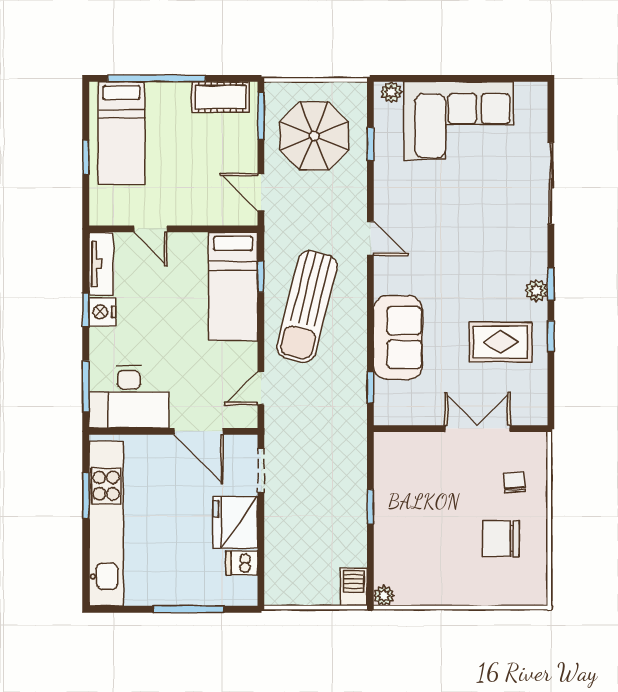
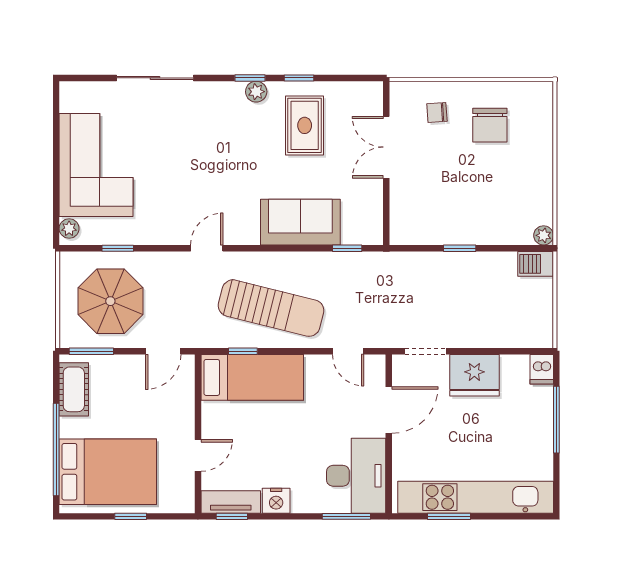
bed: (122, 133) -> (108, 472), width x1.50
window: (86, 310) -> (232, 516), moved
dishwasher: (242, 563) -> (542, 369), moved

